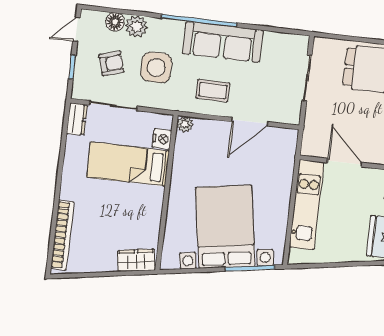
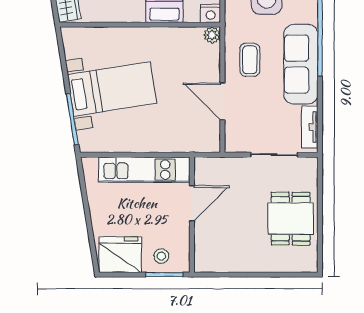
tv unit: (284, 40) -> (310, 127), added
nightstand: (162, 139) -> (211, 14), moved
bed with nightstands: (225, 227) -> (112, 89), width x0.73

